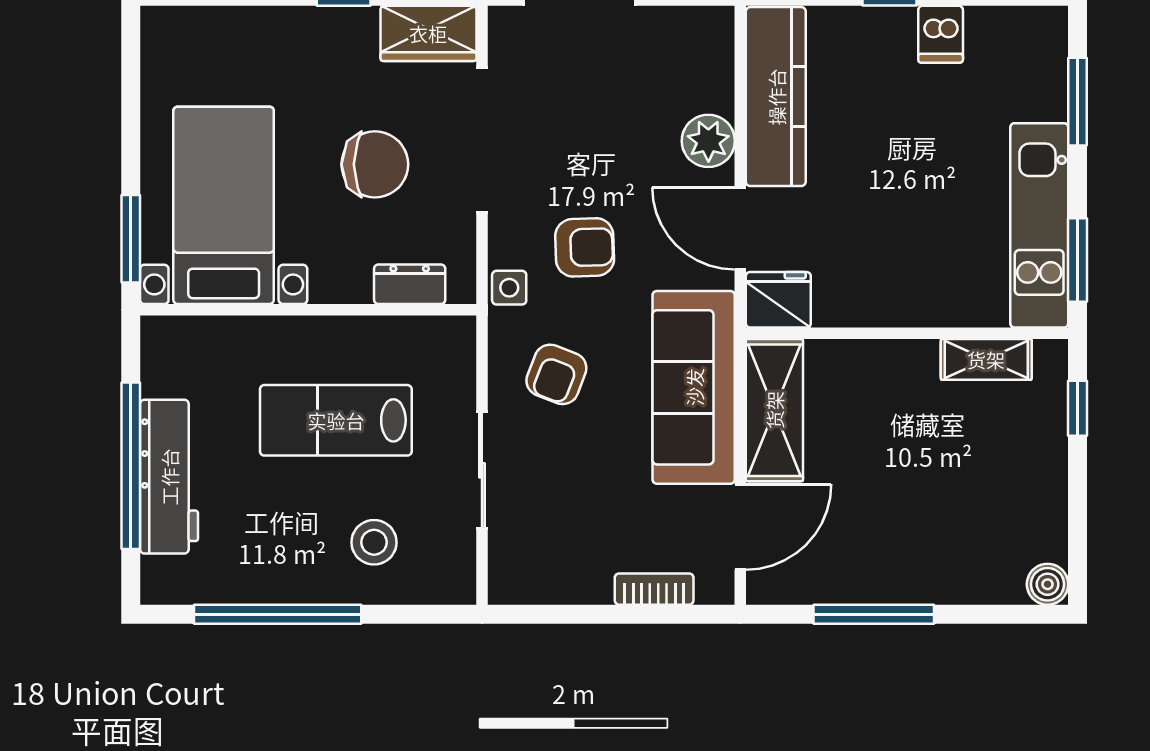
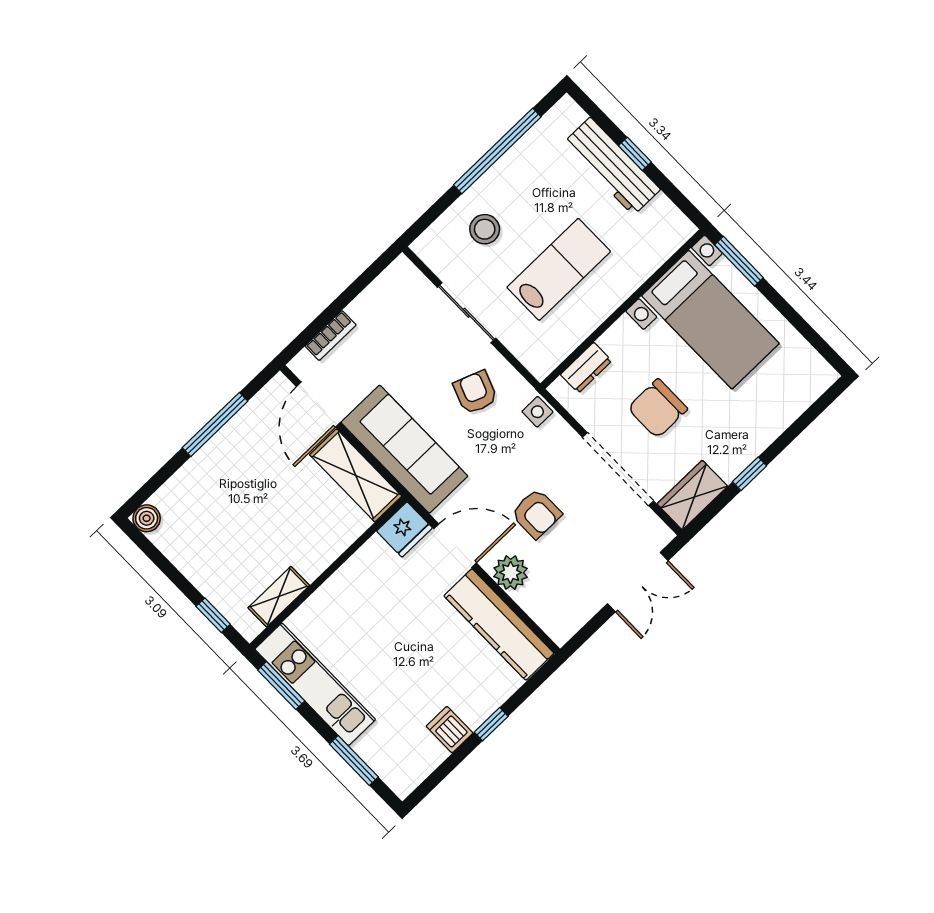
armchair: (585, 247) -> (536, 514), moved, turned -88
window: (131, 466) -> (635, 154), width x0.32

